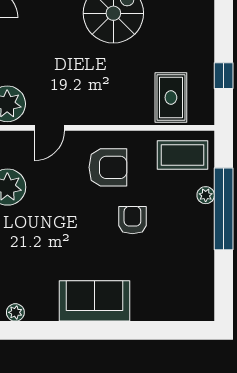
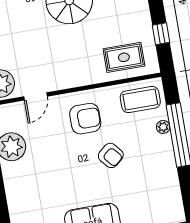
rug: (171, 98) -> (124, 57), turned 90
armchair: (132, 220) -> (111, 155), turned 140

